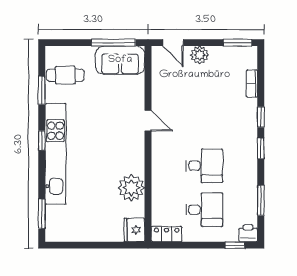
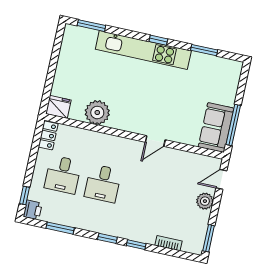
cafe table: (65, 75) -> (213, 75), removed

